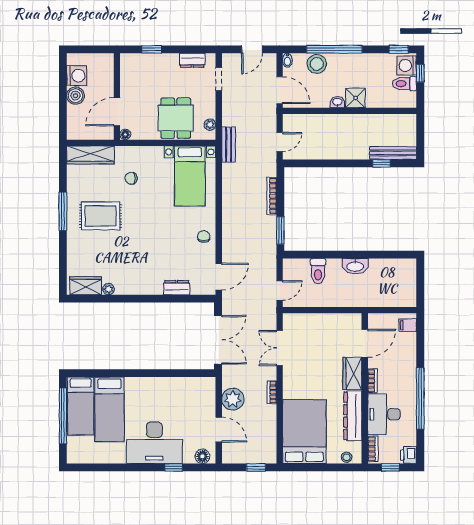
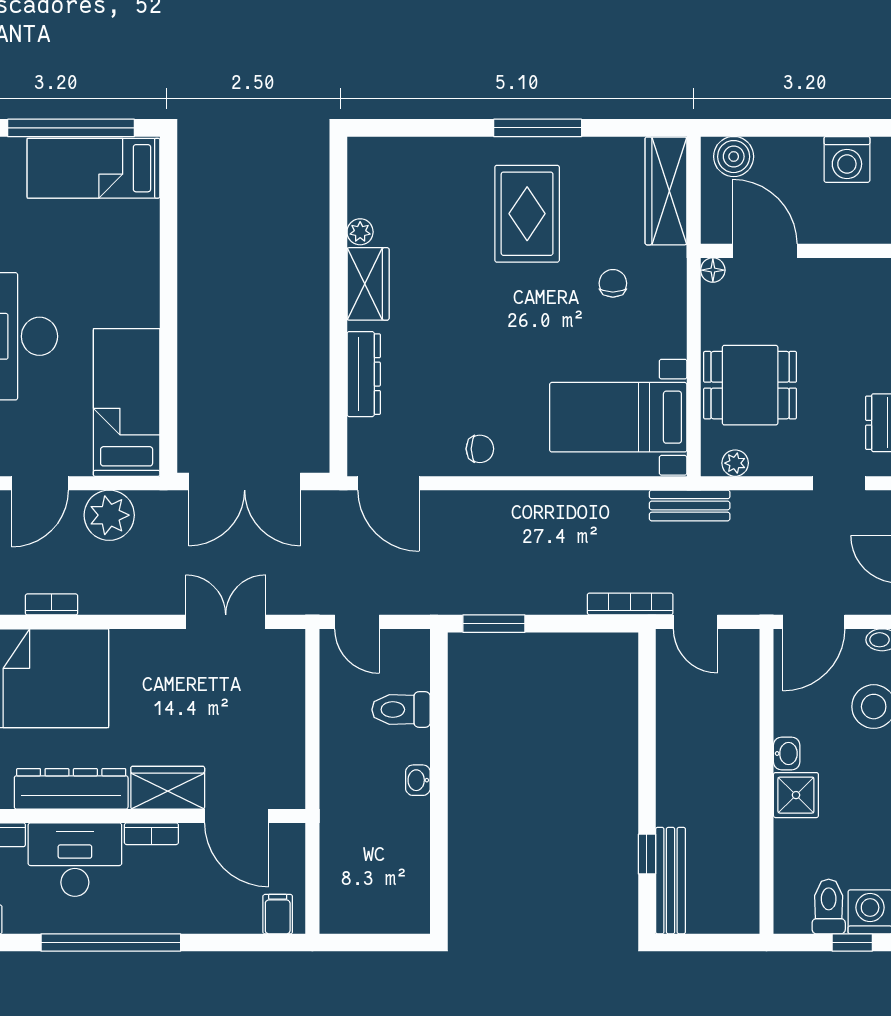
boiler: (75, 96) -> (734, 157), moved
bookcase: (272, 196) -> (630, 604), moved
washbasin: (355, 266) -> (418, 780), width x0.52, depth x0.69
wardrobe: (86, 286) -> (368, 284), moved
dresser: (177, 288) -> (364, 374), width x1.44
bookcase: (272, 392) -> (51, 604), moved
bed: (110, 409) -> (127, 402), moved, turned 90

